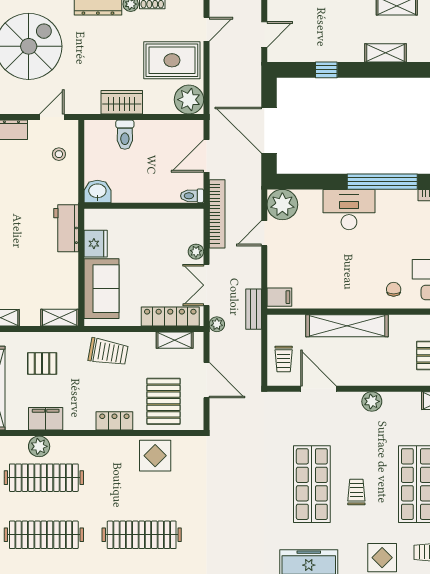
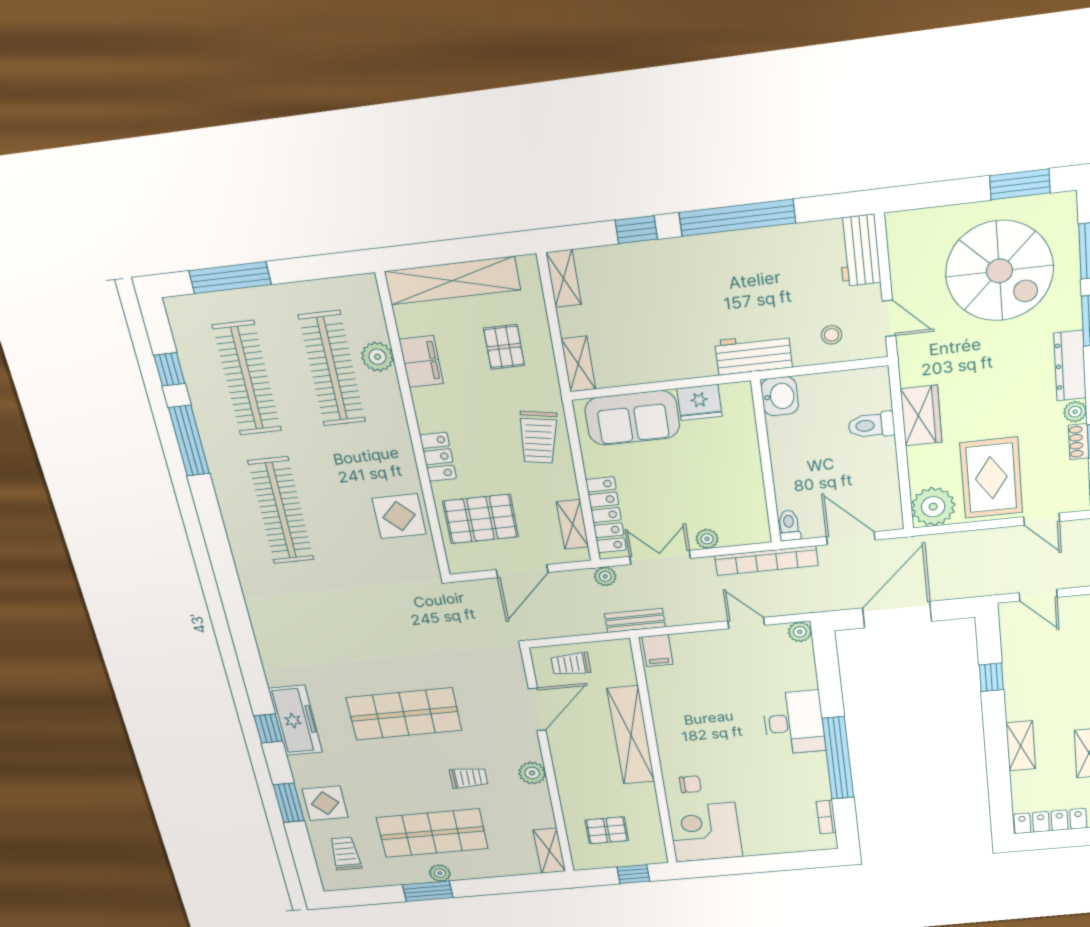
plant: (282, 205) -> (800, 632), width x0.53, depth x0.53
workbench: (66, 228) -> (753, 354), moved
trolley: (356, 492) -> (469, 778), moved

